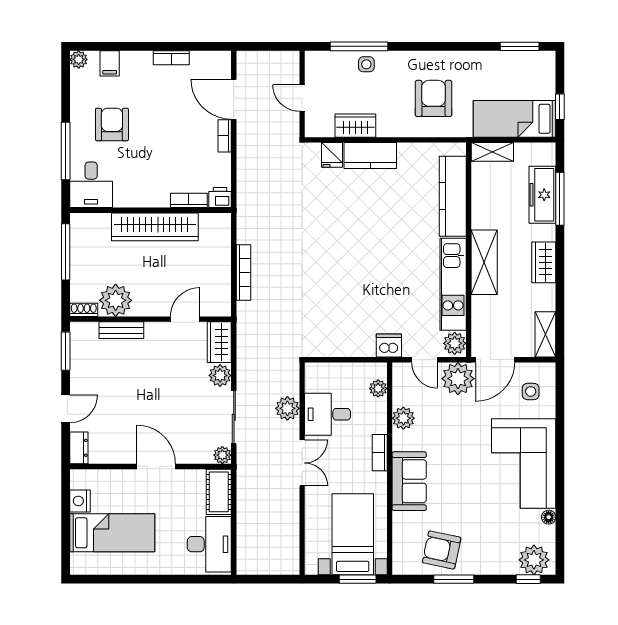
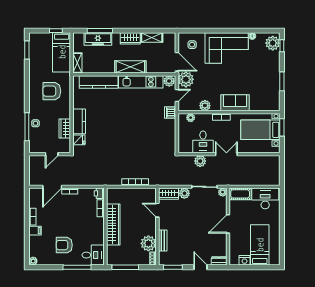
filing cabinet: (110, 63) -> (35, 231), moved
shelving: (545, 334) -> (152, 38), moved
armchair: (442, 550) -> (268, 87), removed

